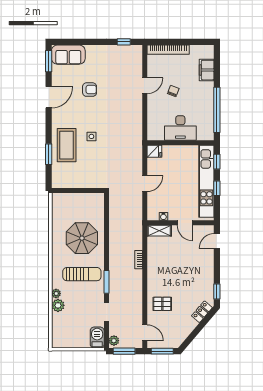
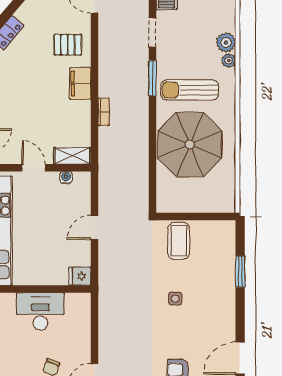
coffee table: (67, 145) -> (179, 241), moved, width x0.73, depth x0.76
parasol: (82, 238) -> (190, 144), width x1.36, depth x1.36
filing cabinet: (154, 278) -> (80, 83), added

